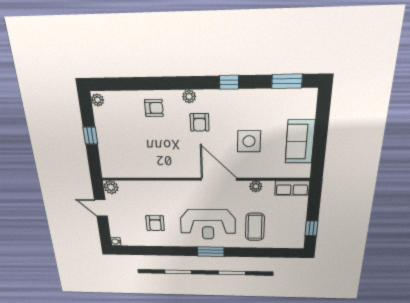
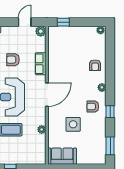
armchair: (200, 122) -> (93, 107), moved
window: (90, 136) -> (63, 22), moved
sofa: (300, 142) -> (62, 156), moved
door: (219, 179) -> (47, 95), moved
row of seats: (292, 188) -> (41, 64), moved

